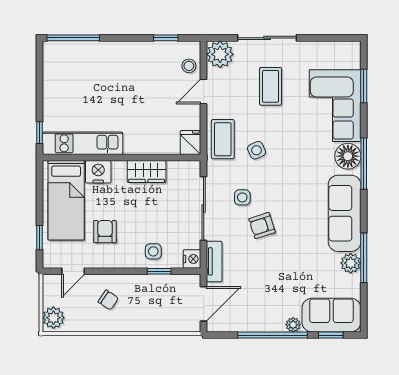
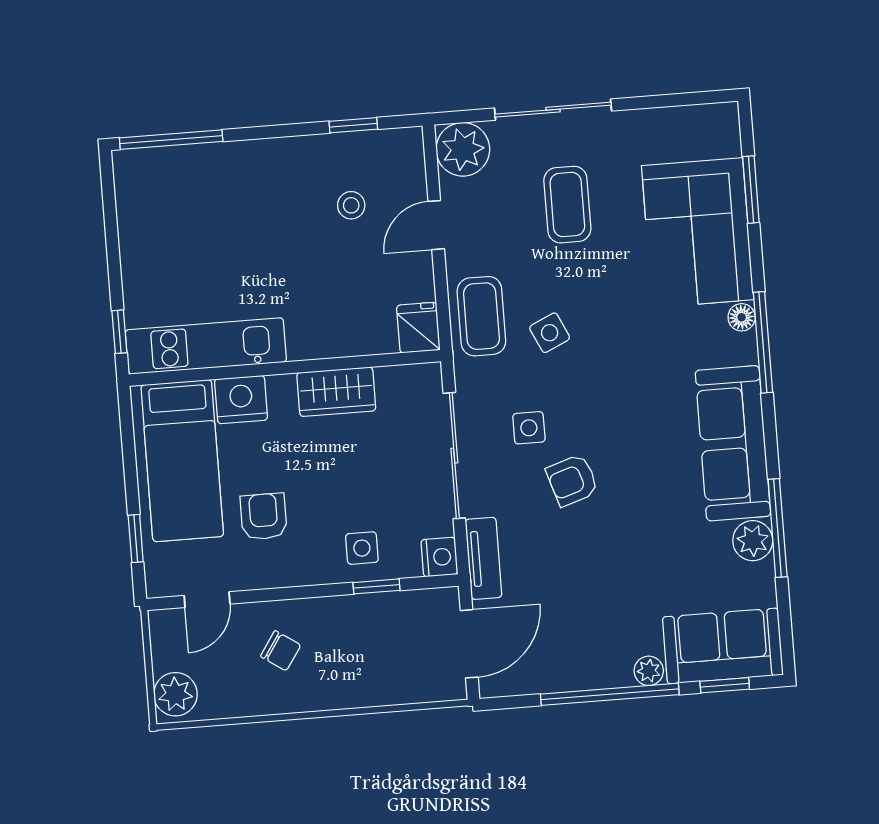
stool: (189, 66) -> (351, 205), moved
floor lamp: (348, 156) -> (742, 317), width x0.53, depth x0.53

